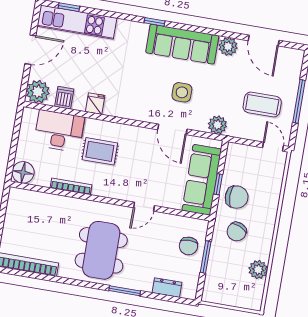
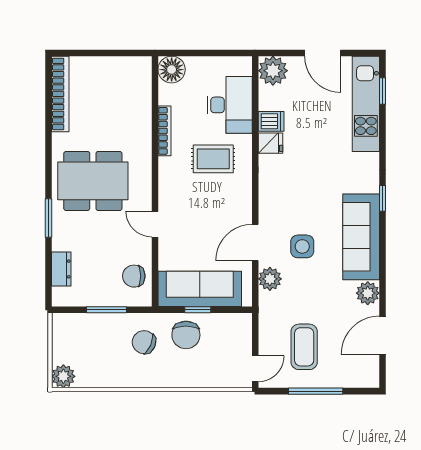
dishwasher: (64, 98) -> (271, 121), moved
plant: (217, 125) -> (270, 279), moved
rug: (100, 151) -> (213, 159), turned 90
chair: (188, 246) -> (134, 276), moved
plant: (258, 270) -> (63, 376), moved

